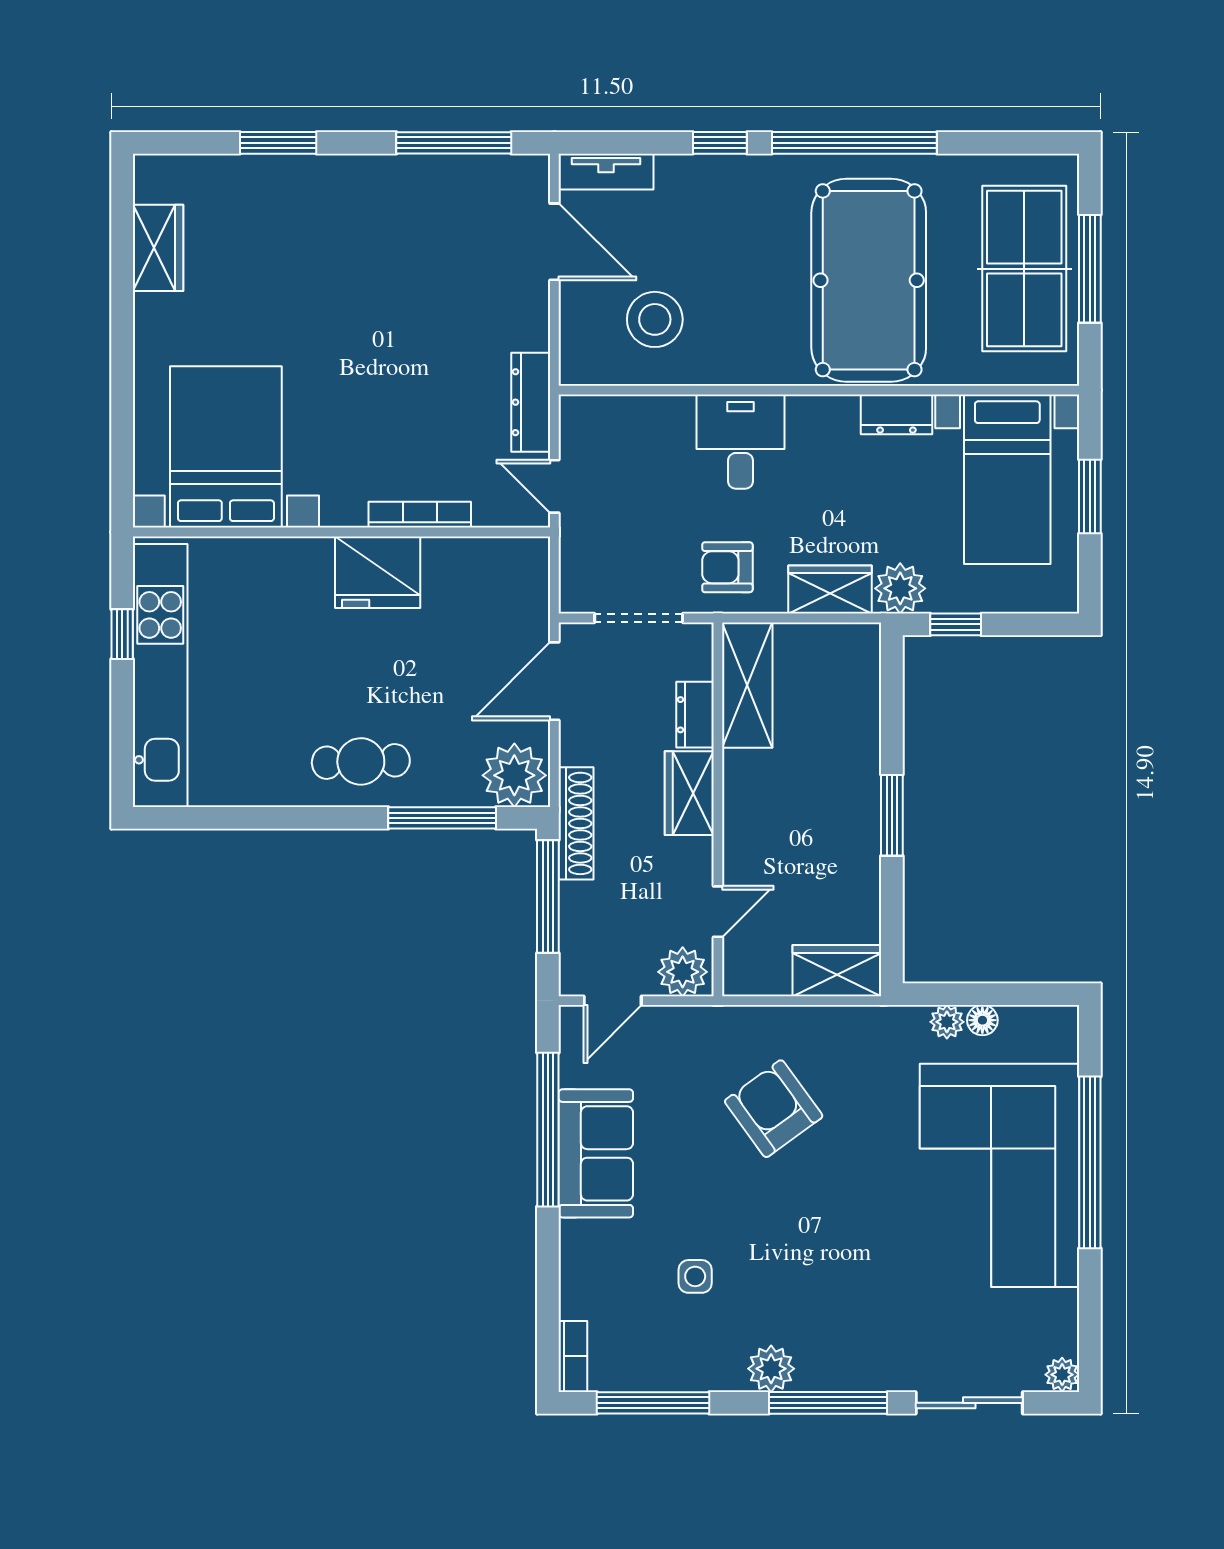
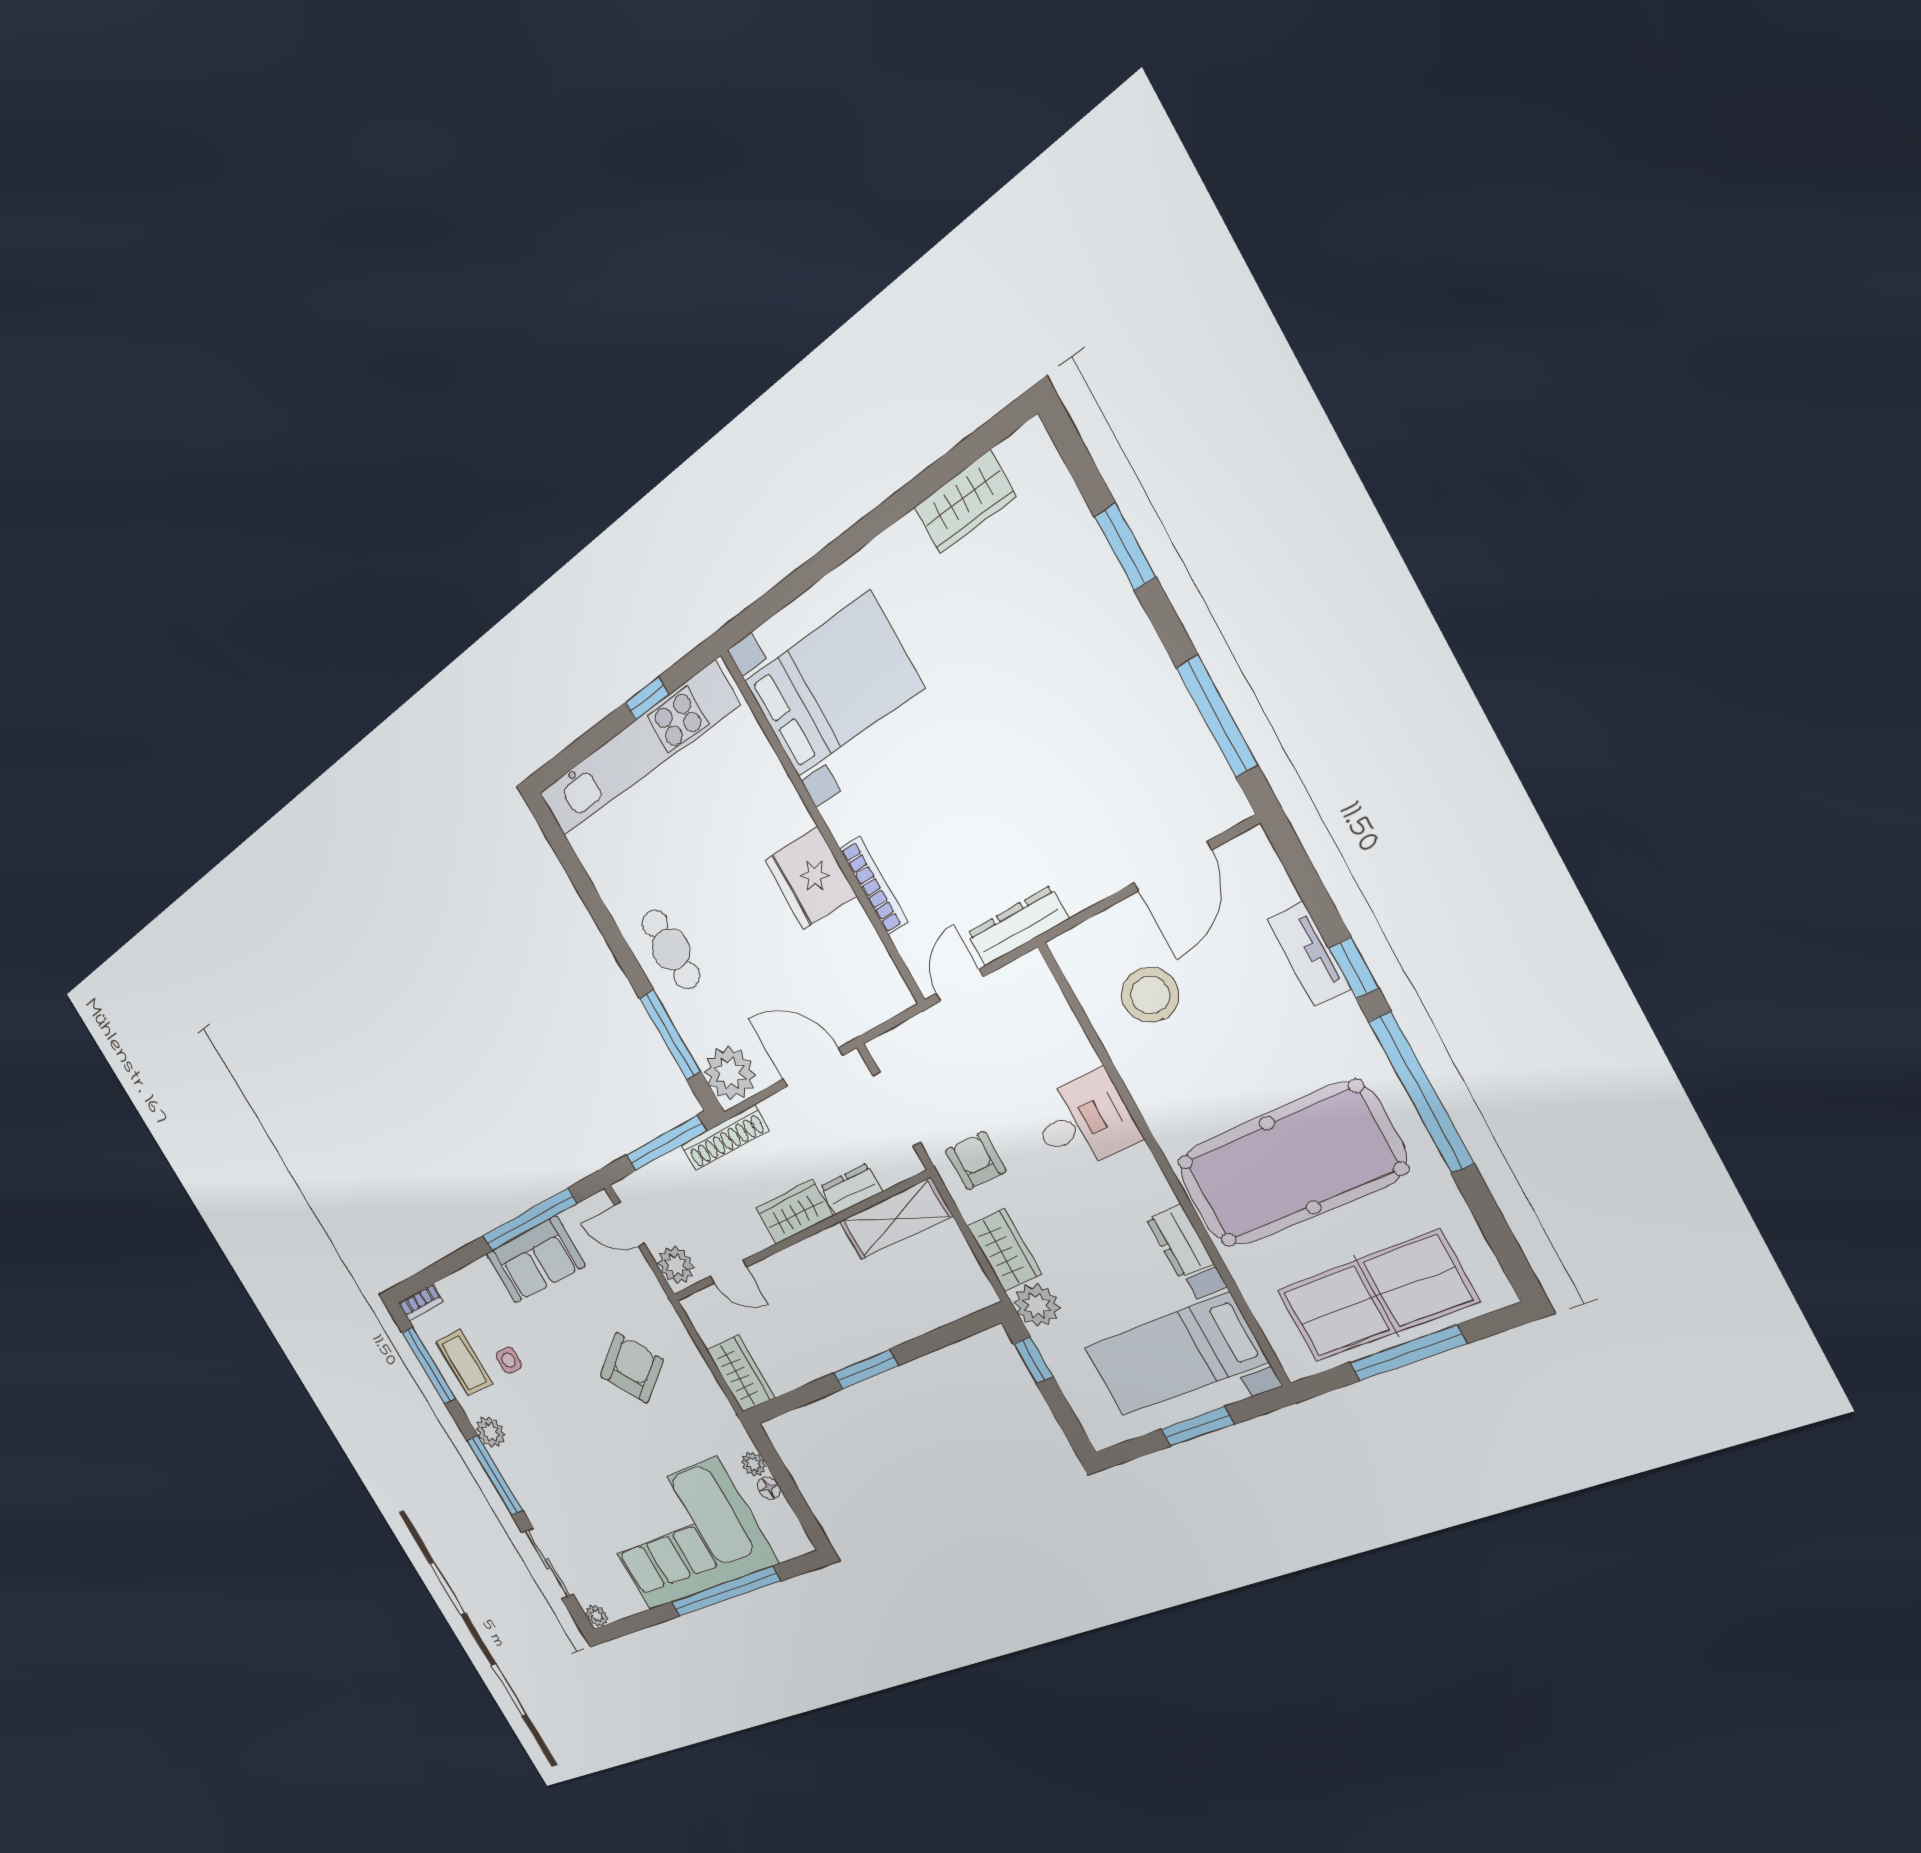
tv unit: (606, 172) -> (1309, 954), moved
coffee table: (672, 1346) -> (464, 1363), added

